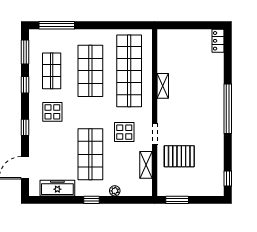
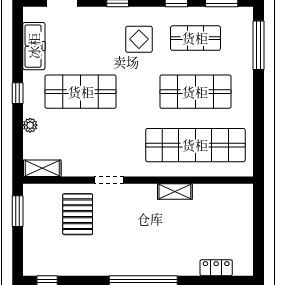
locker: (218, 41) -> (216, 268), moved
display table: (124, 132) -> (111, 138), removed
shelving: (146, 165) -> (42, 168), moved

